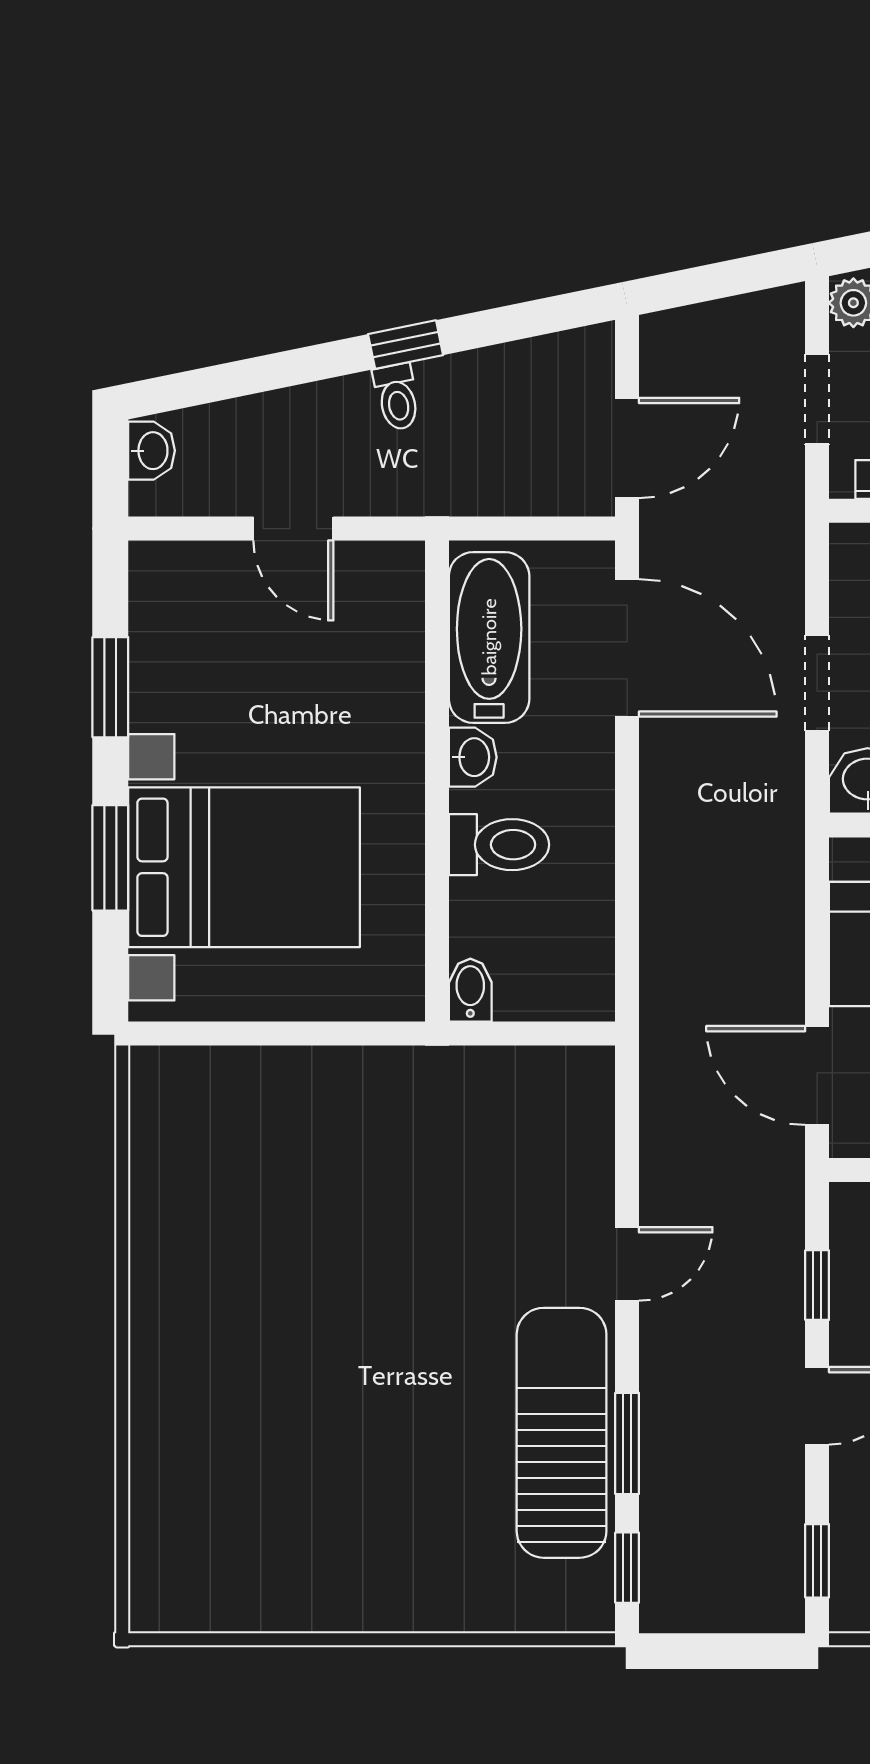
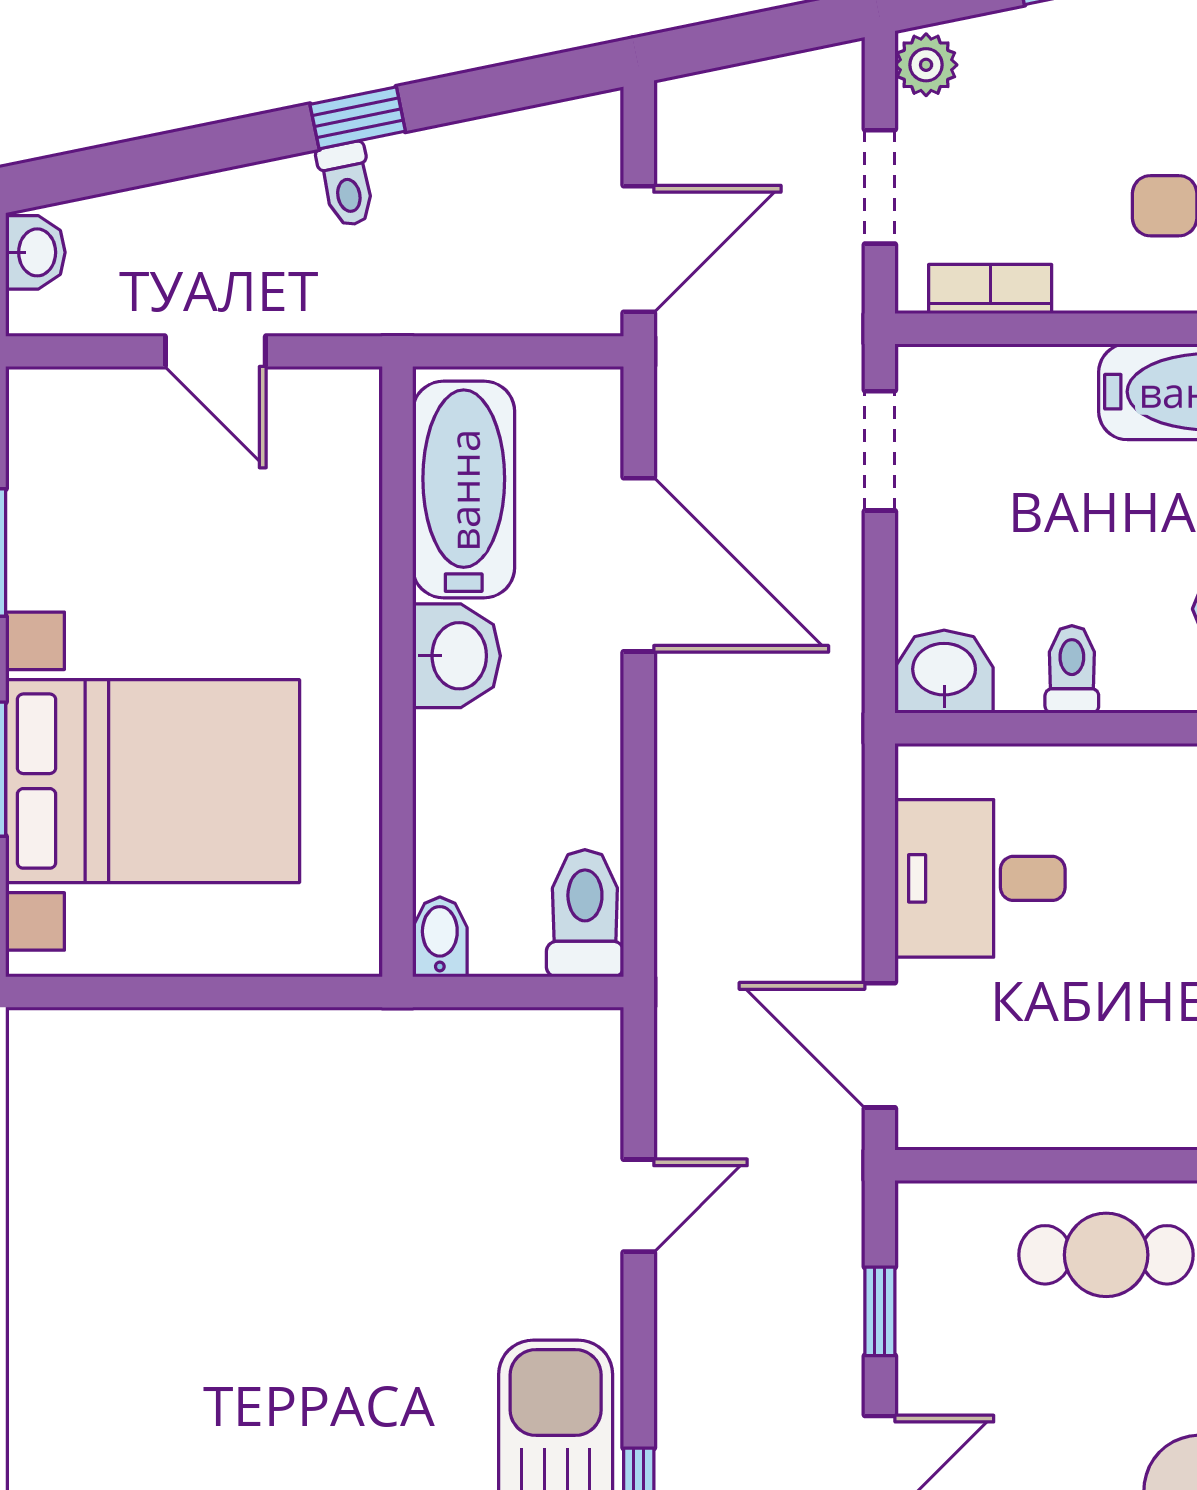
door: (627, 648) -> (639, 565), moved
doorway: (817, 683) -> (880, 451), moved
washbasin: (473, 757) -> (457, 656), width x1.38, depth x1.45
toilet: (499, 845) -> (585, 913), moved, turned -90
door: (627, 1264) -> (639, 1206), moved

